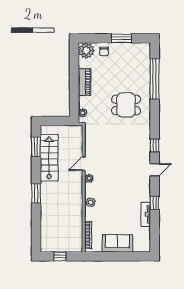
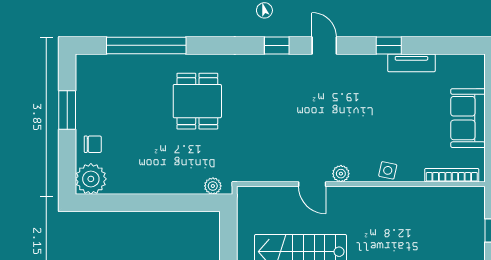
piano: (84, 82) -> (152, 182), removed

